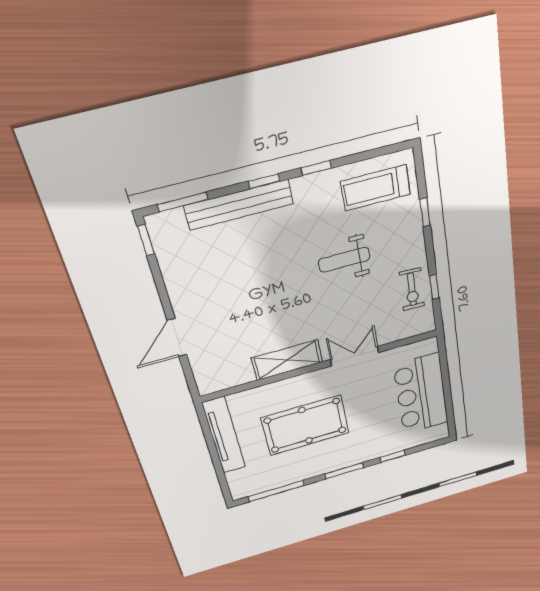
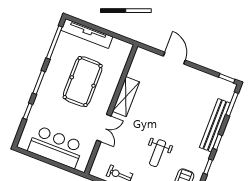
weight bench: (344, 260) -> (158, 153), turned 180
tv unit: (224, 435) -> (87, 34), moved

